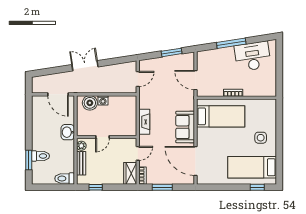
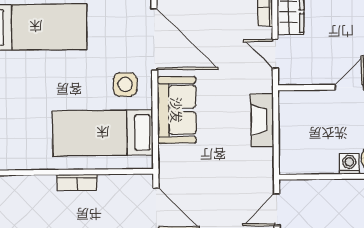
side table: (261, 138) -> (125, 85), moved
door: (138, 153) -> (275, 54), hinge flipped

